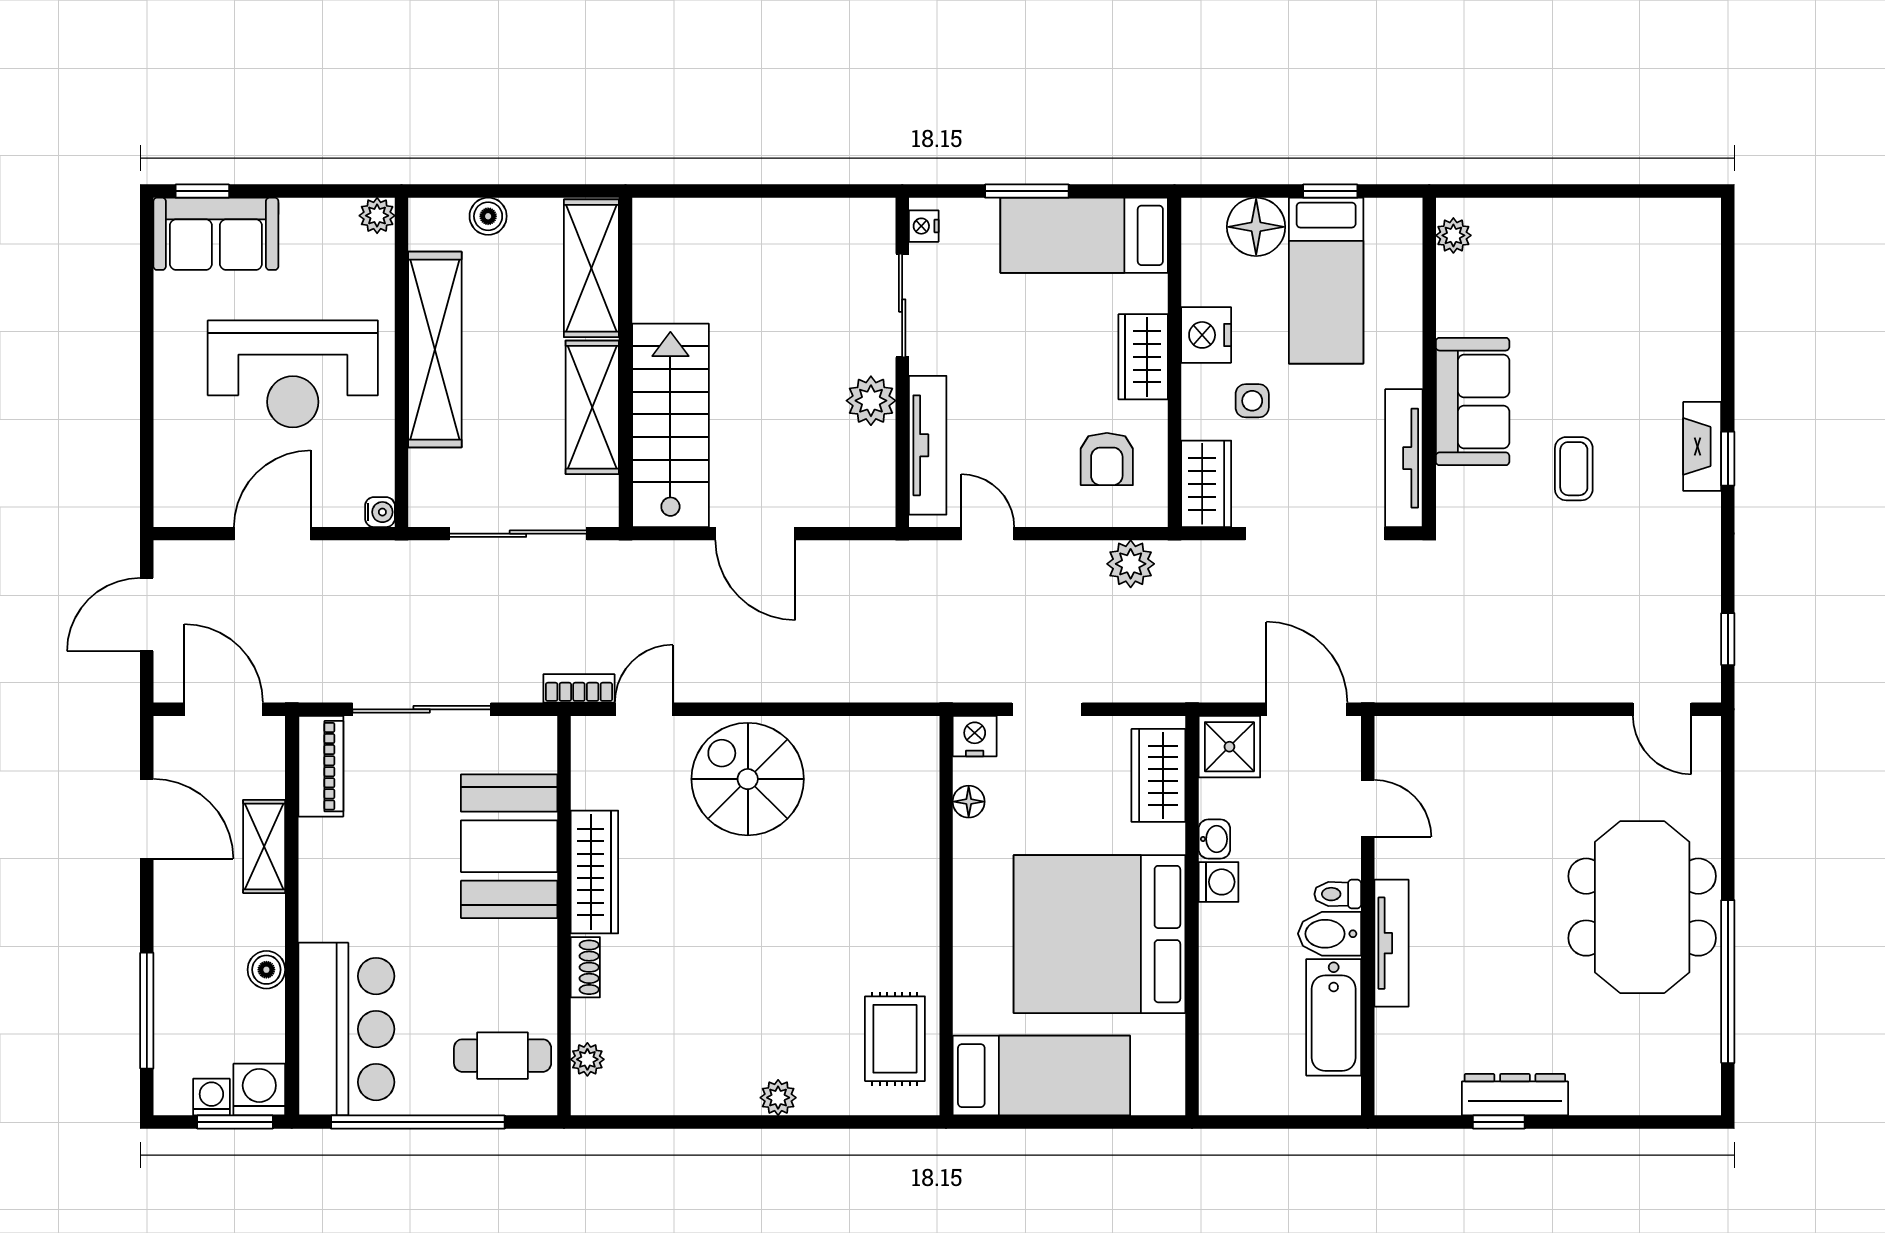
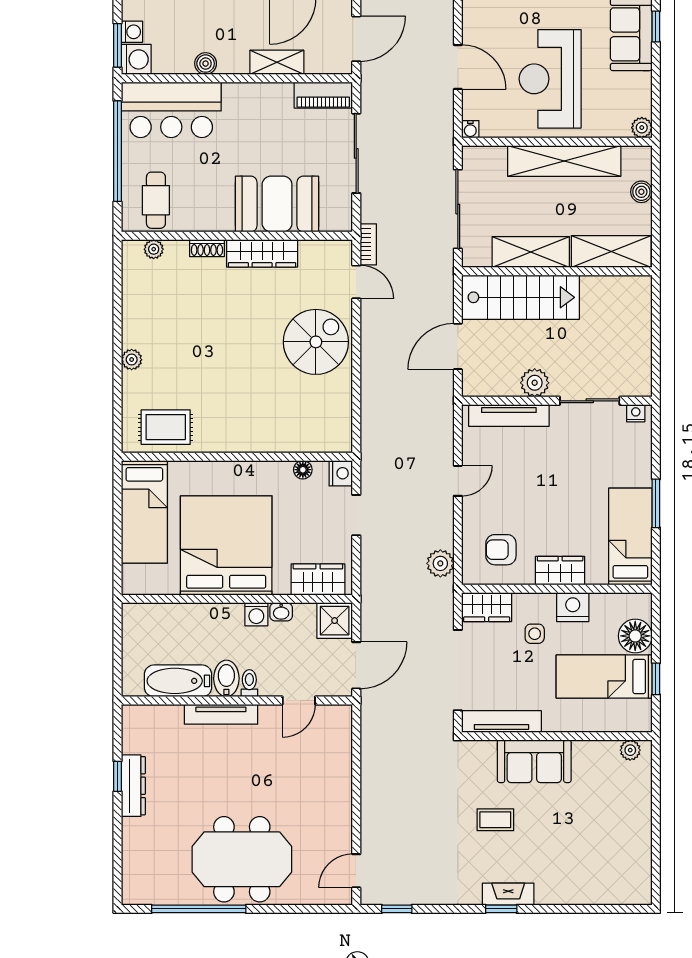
nightstand: (924, 226) -> (636, 413), moved
sliding door: (902, 306) -> (590, 401), moved
wall: (902, 362) -> (557, 401), moved
plant: (871, 401) -> (535, 383), moved
tv unit: (928, 445) -> (509, 416), moved

